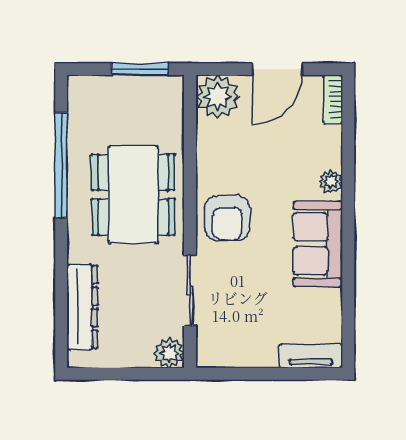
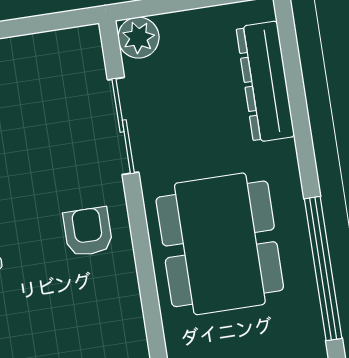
armchair: (227, 218) -> (88, 232), width x0.72, depth x0.72

